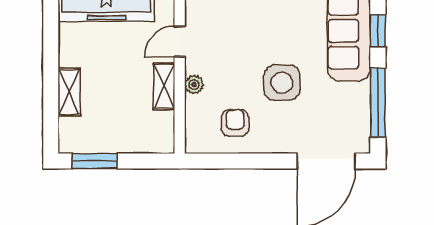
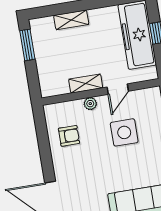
door: (180, 42) -> (118, 89), swing flipped
side table: (282, 83) -> (124, 132), moved

